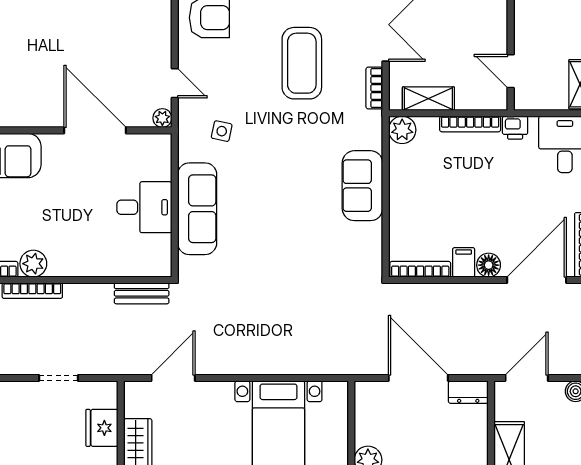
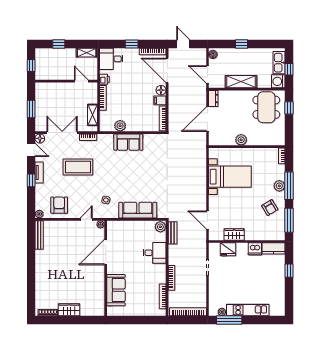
door: (511, 71) -> (81, 81), swing flipped
plant: (402, 130) -> (120, 126), moved
desk: (144, 207) -> (155, 253), moved, turned 90
plant: (33, 264) -> (160, 227), moved

